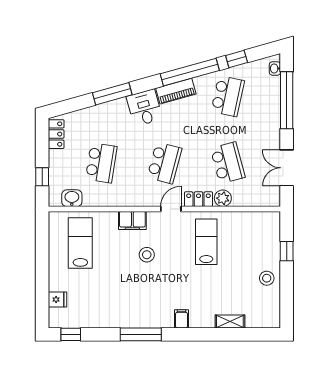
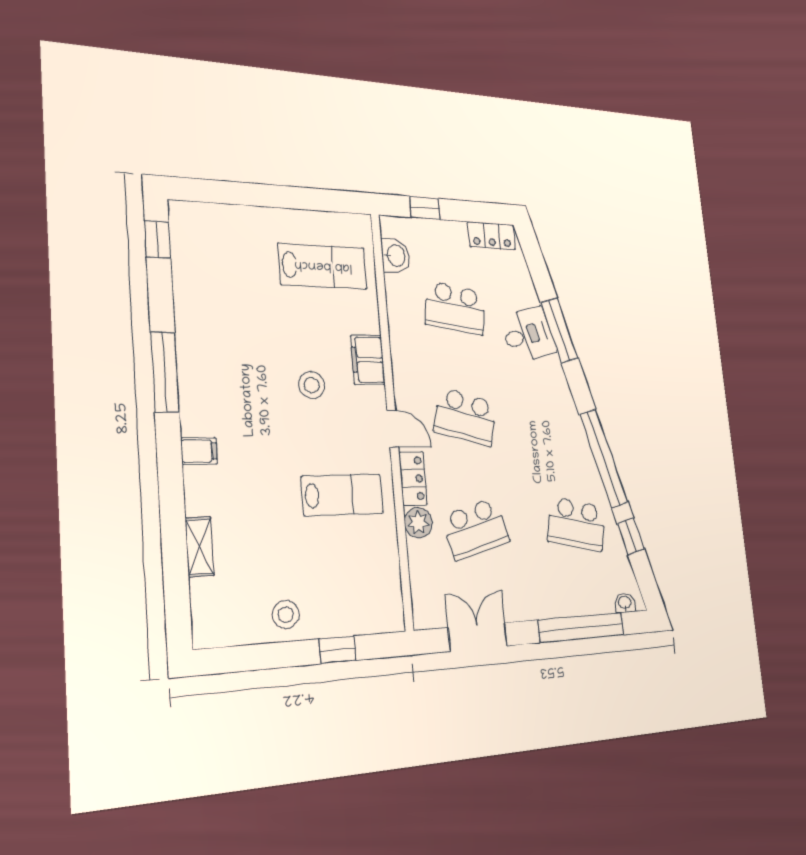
piano: (176, 91) -> (574, 436), removed
desk: (145, 108) -> (528, 335), moved
fridge: (58, 300) -> (221, 219), removed

